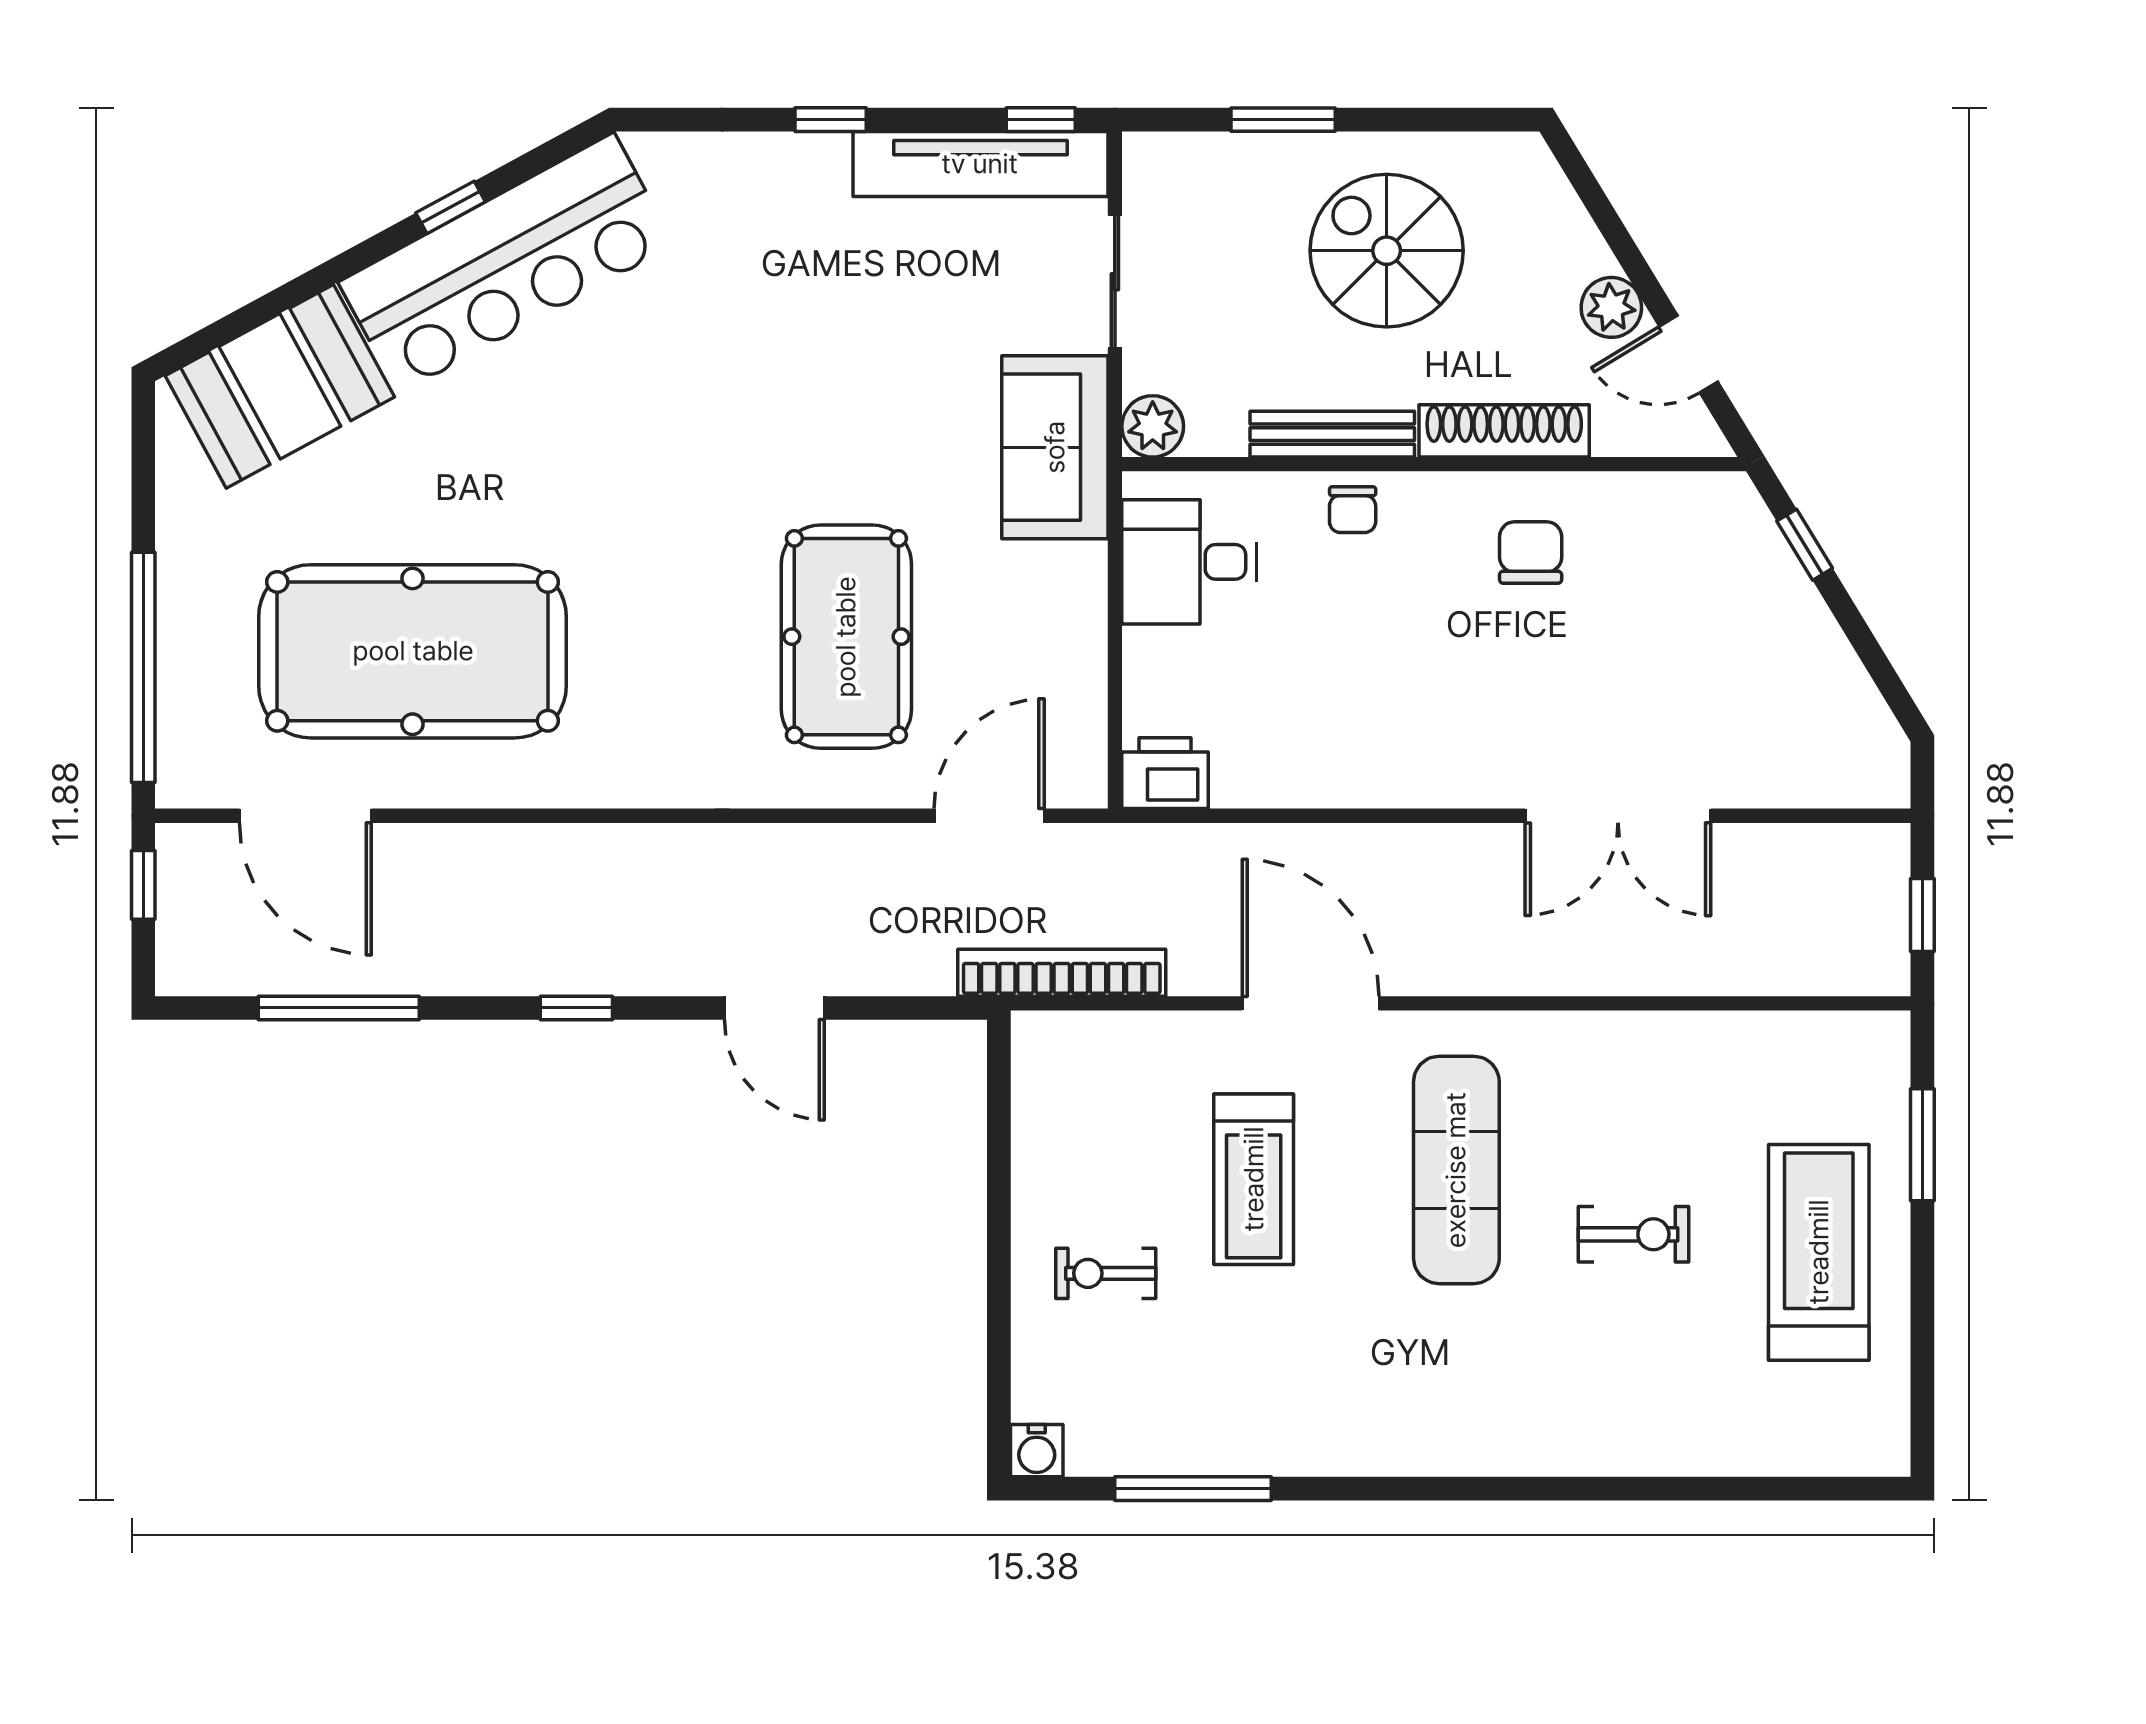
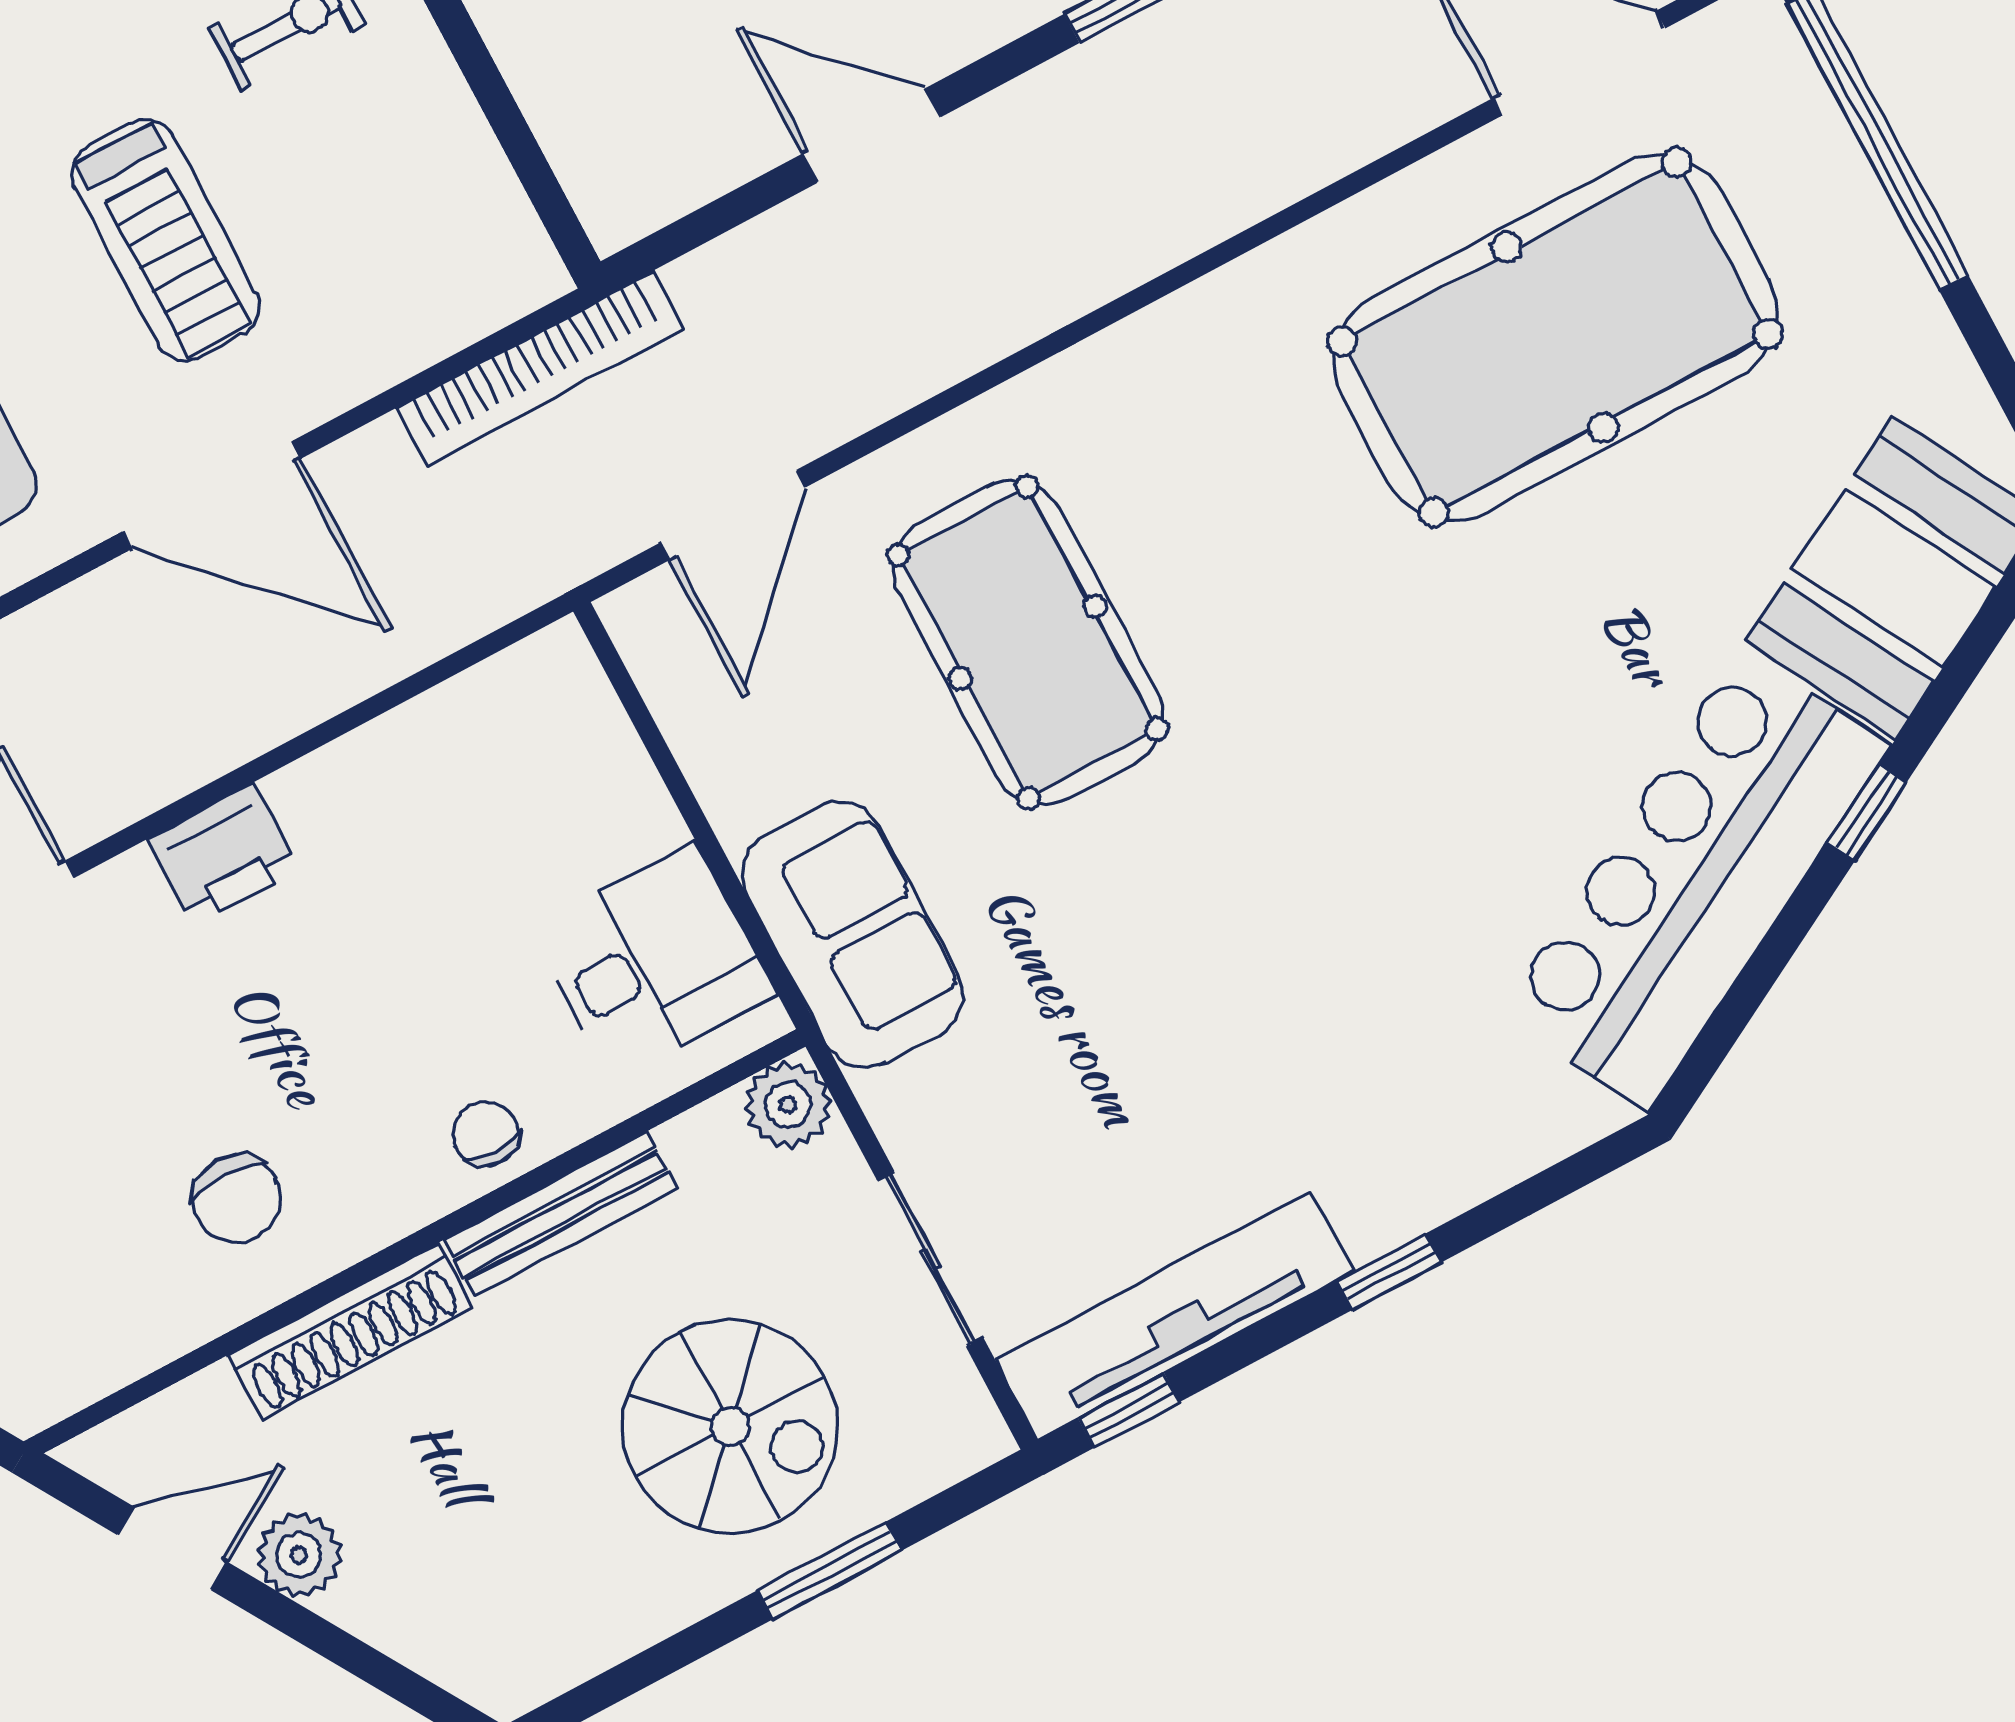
window: (451, 207) -> (1867, 813), moved
spiral stairs: (1387, 251) -> (730, 1426), moved
sofa: (1055, 447) -> (852, 934), moved
printer: (1165, 773) -> (223, 855), moved
treadmill: (1254, 1179) -> (165, 240), turned 180

